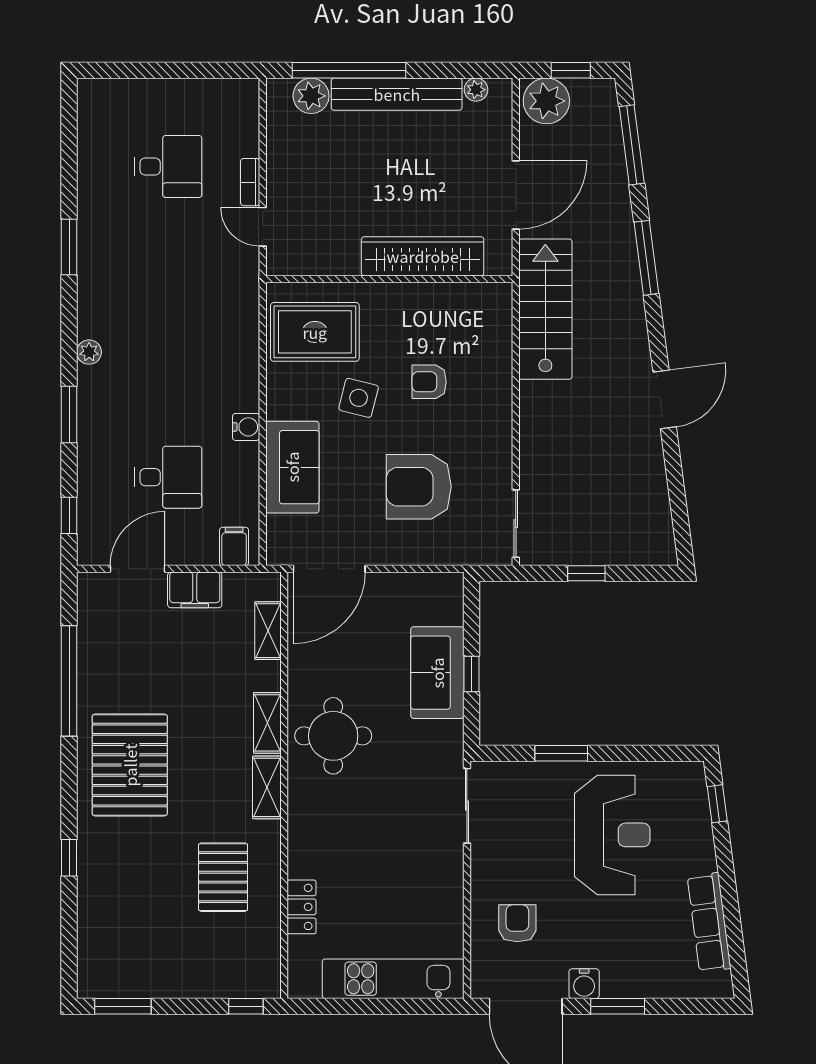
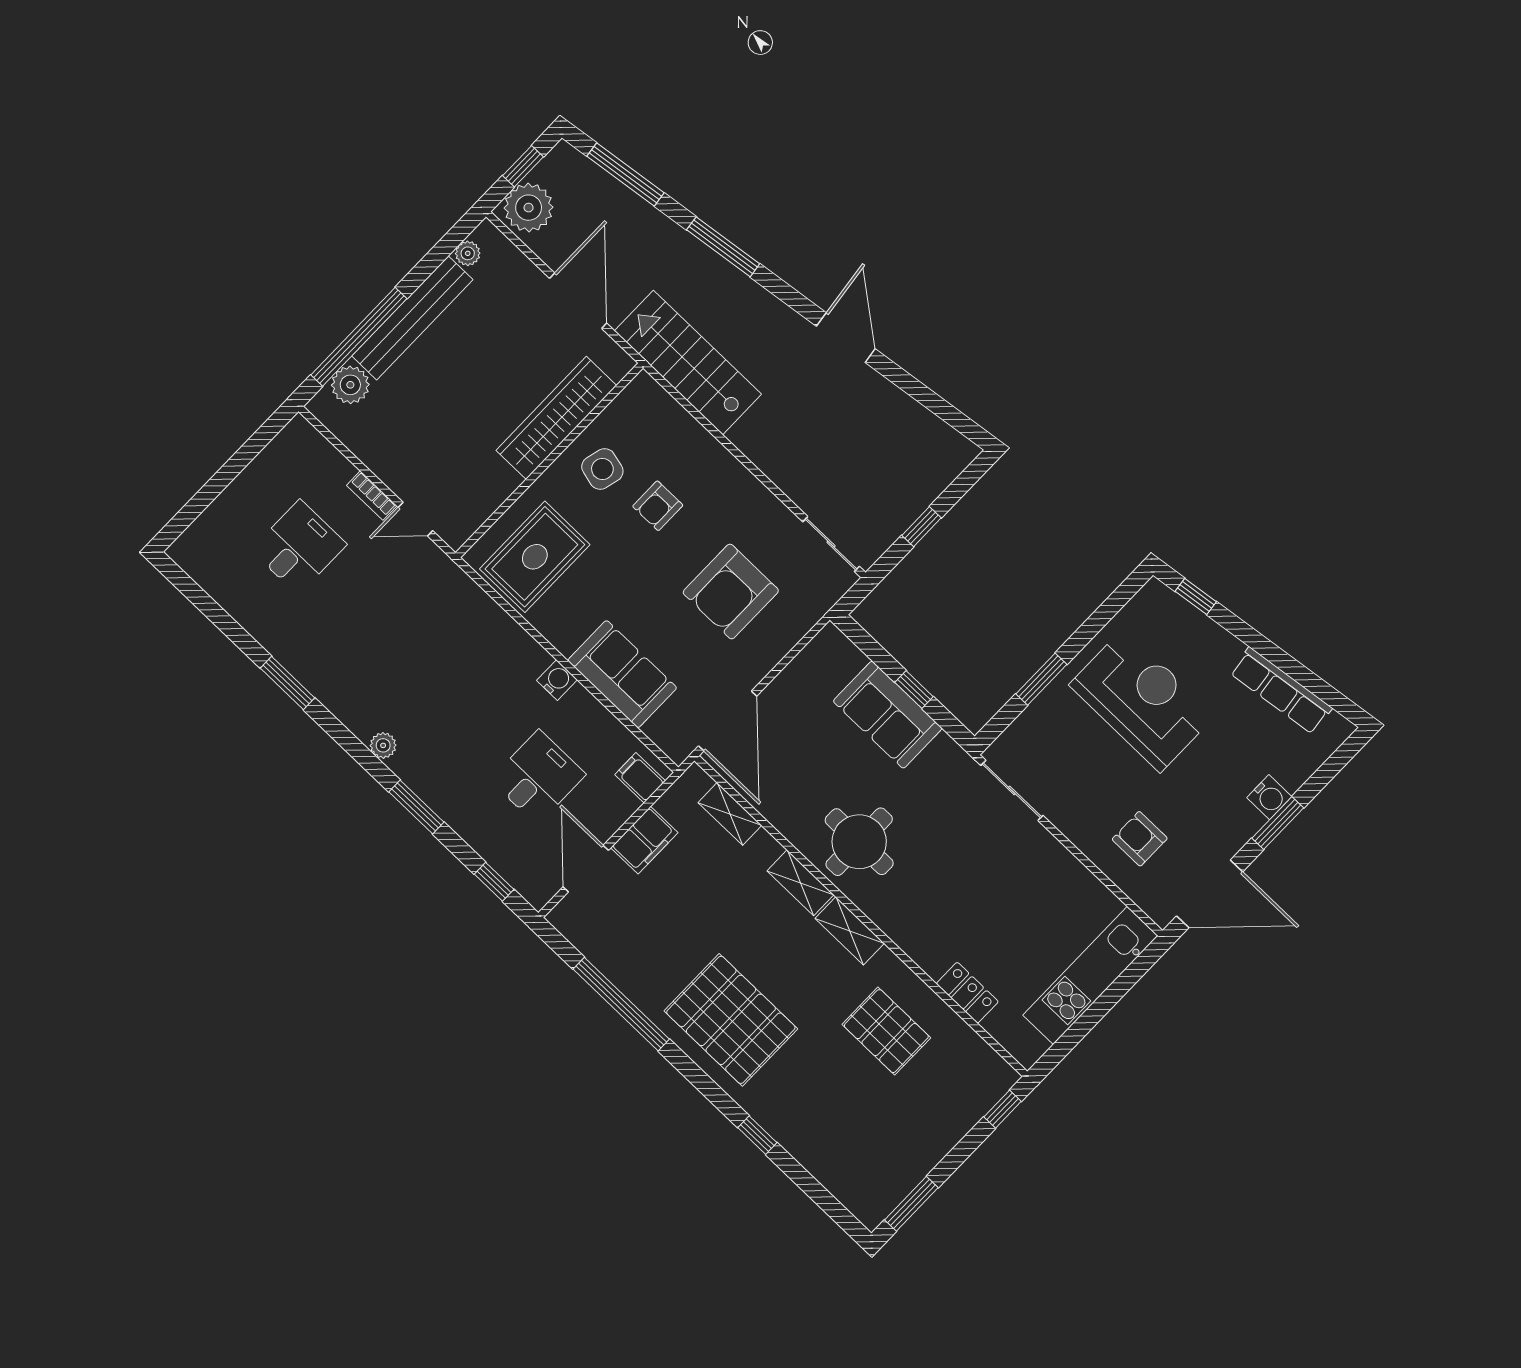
side table: (359, 398) -> (602, 469), moved
water cooler: (584, 984) -> (1269, 797), moved

